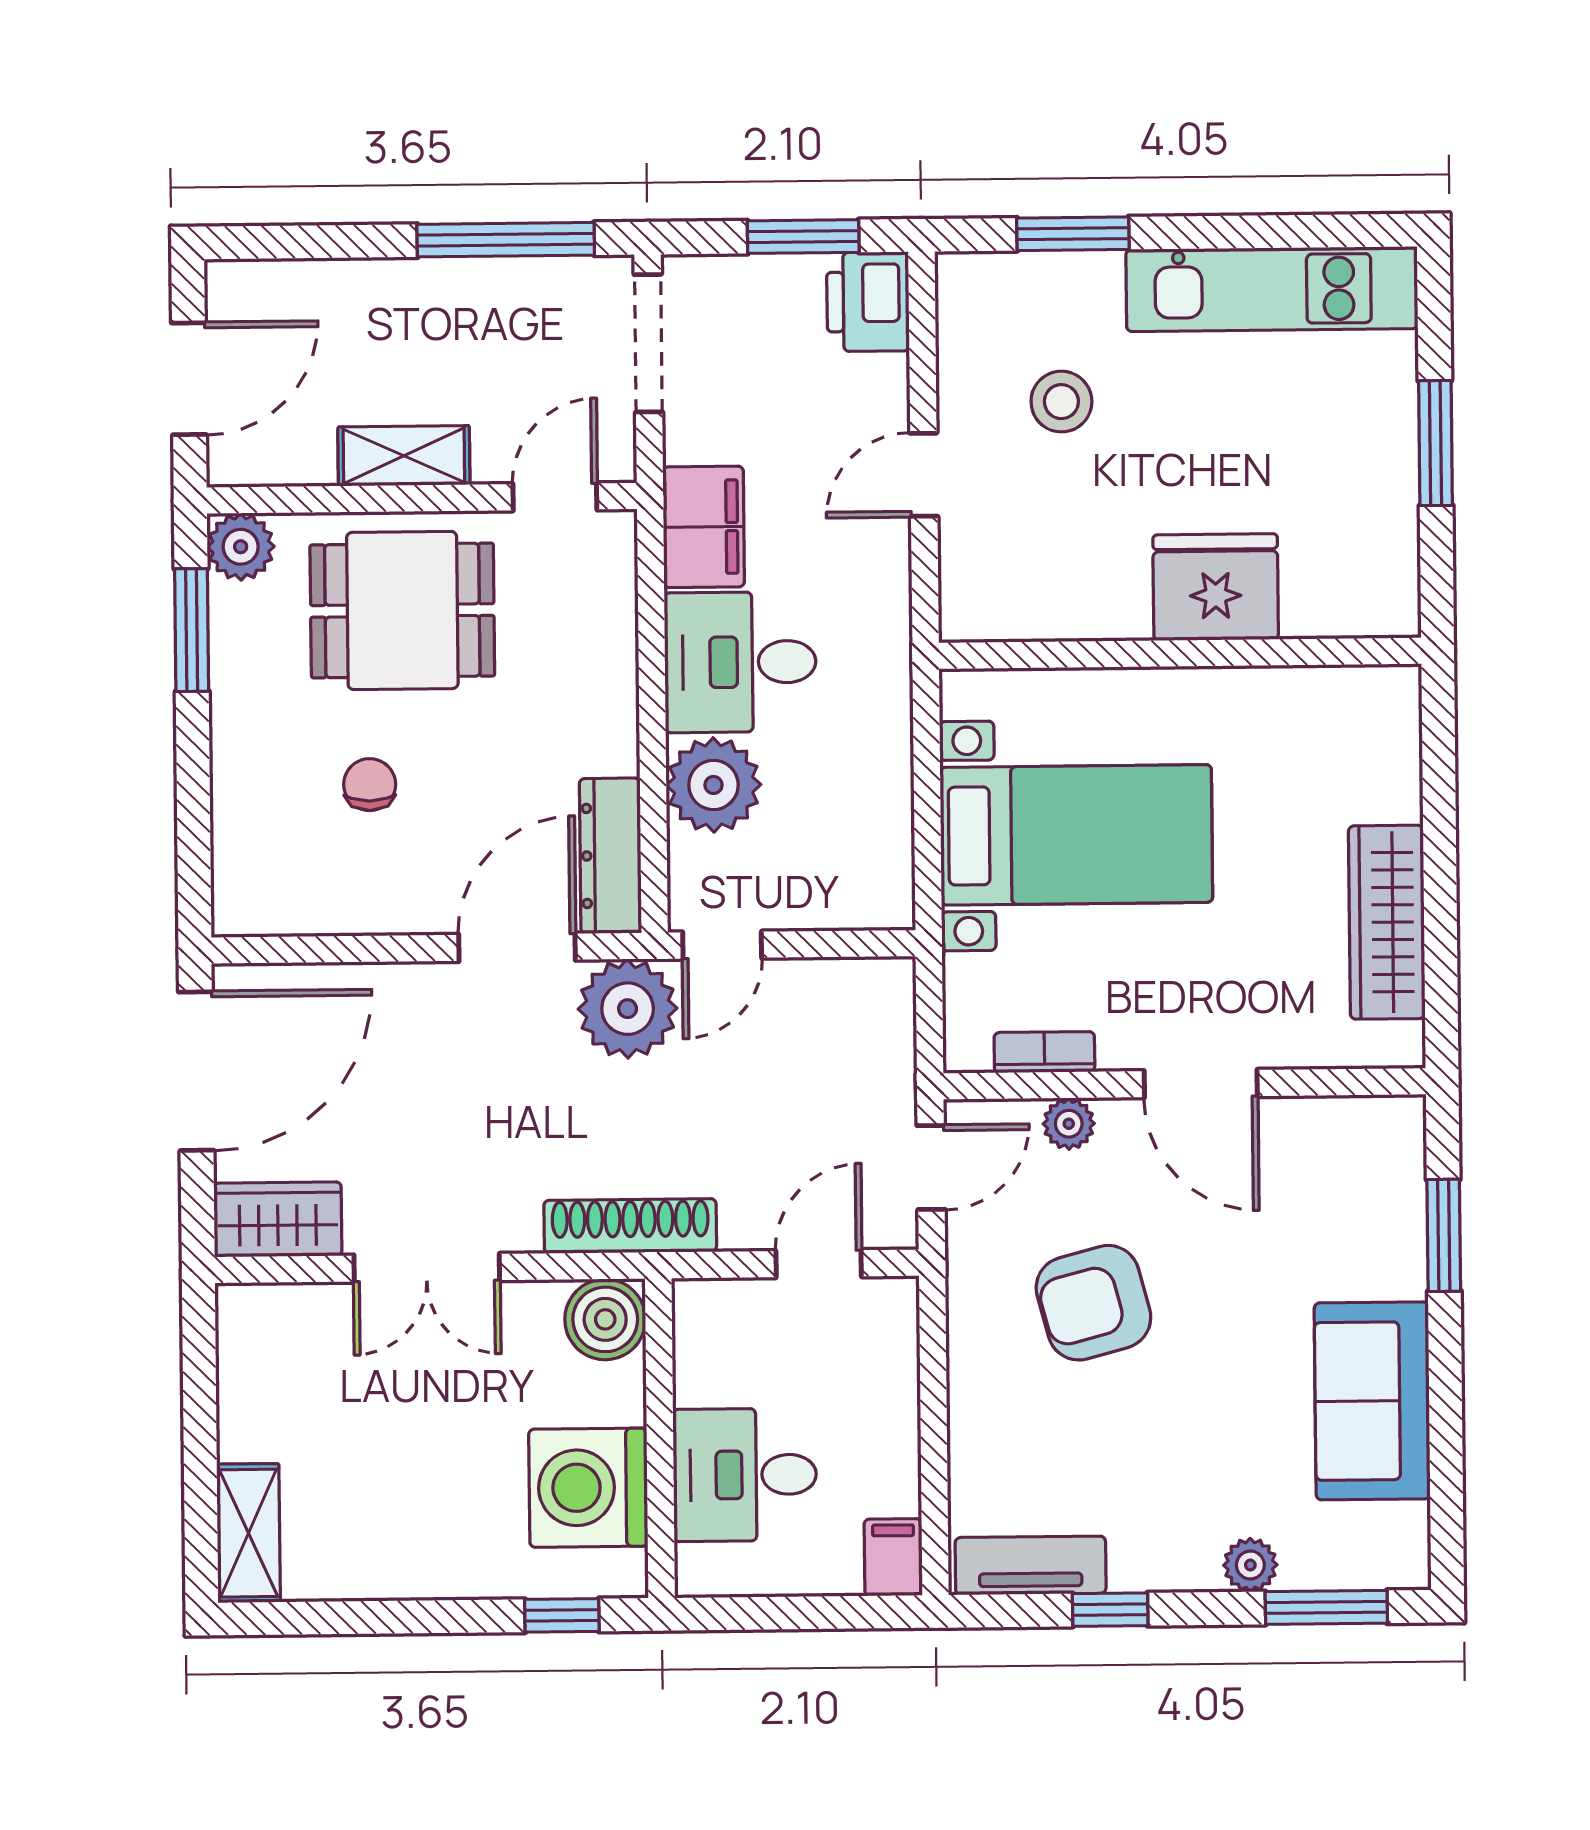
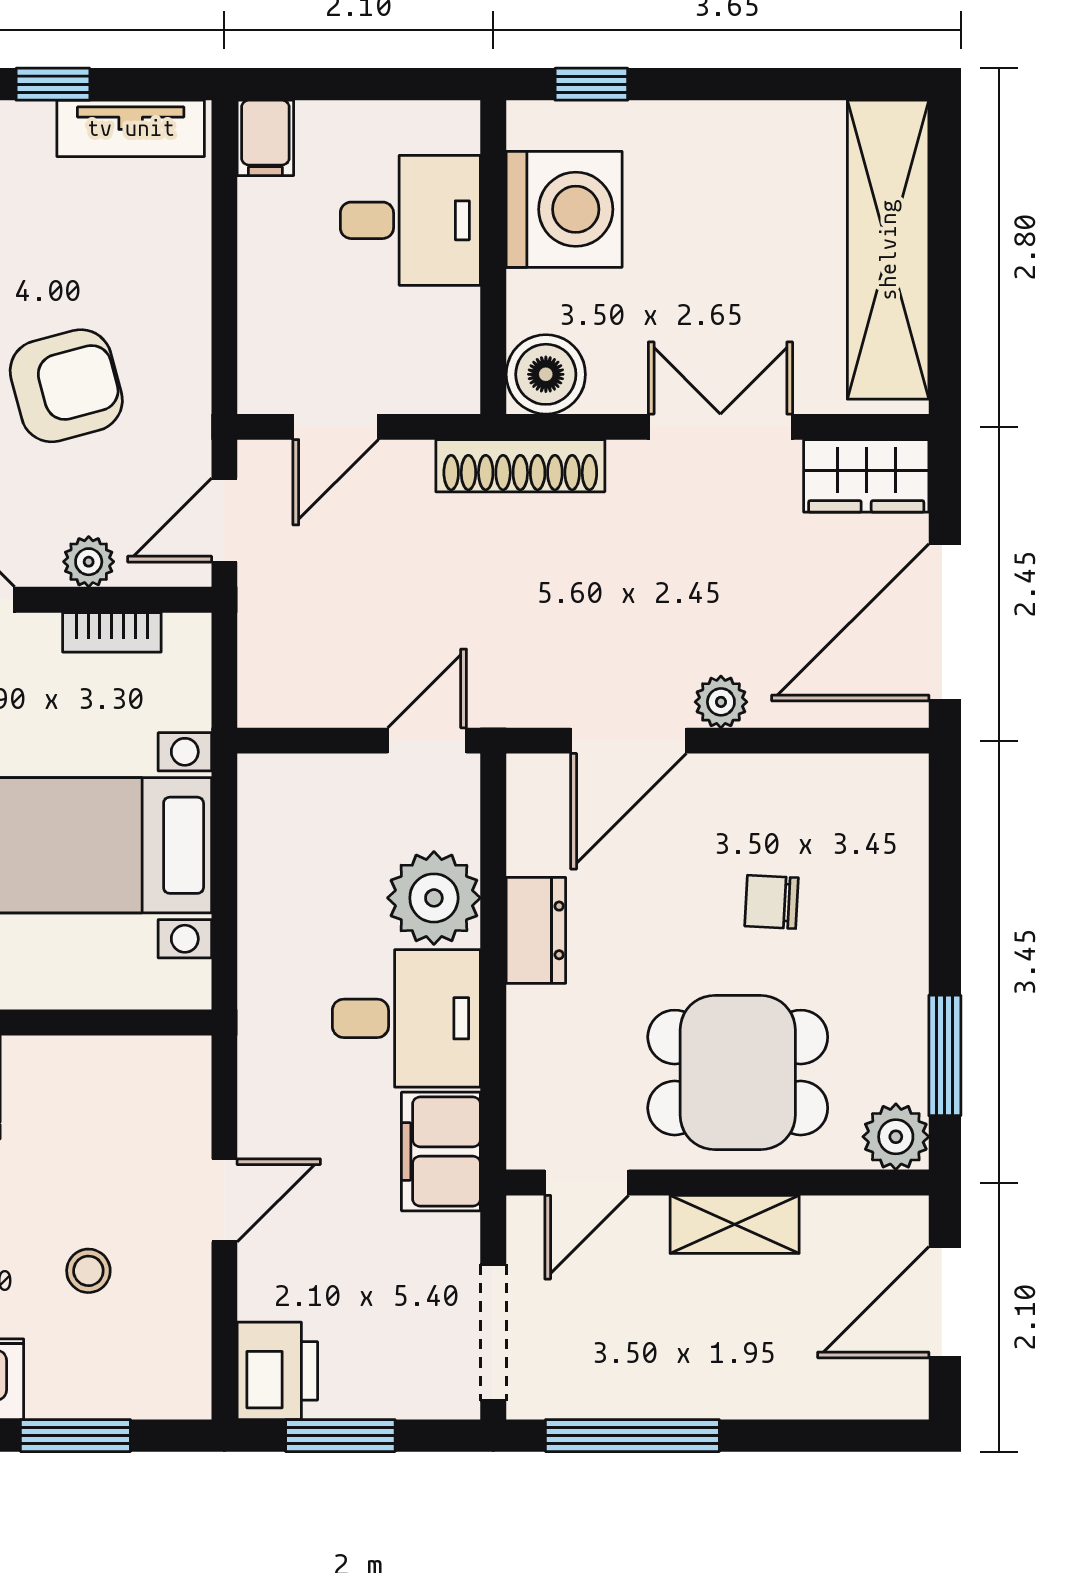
stool: (1061, 402) -> (88, 1271), width x0.73, depth x0.73
chair: (370, 785) -> (772, 902), turned 93
dresser: (610, 856) -> (536, 930), moved, width x0.70
plant: (628, 1009) -> (721, 702), moved, width x0.53, depth x0.53
shelving: (249, 1533) -> (888, 250), width x2.20, depth x1.33

